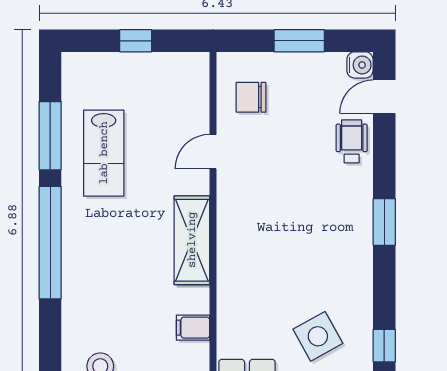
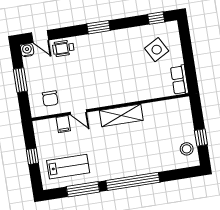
lab bench: (104, 153) -> (68, 167), moved
filing cabinet: (193, 328) -> (63, 124), moved

